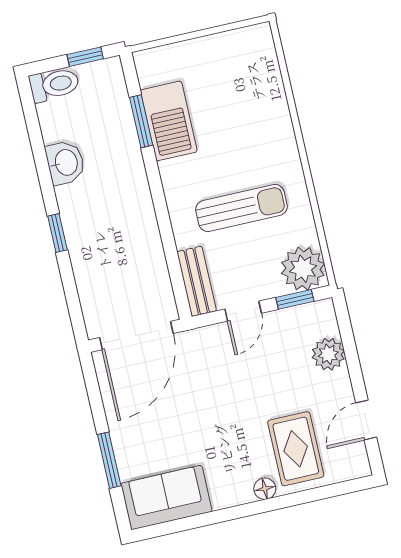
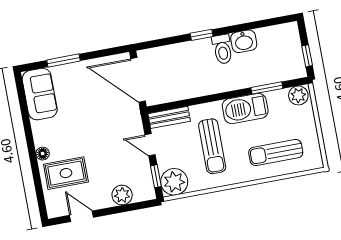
plant: (151, 69) -> (298, 95), added
toilet: (54, 85) -> (222, 49), moved
sun lounger: (248, 102) -> (276, 153), added
barbecue: (169, 121) -> (245, 109), moved

